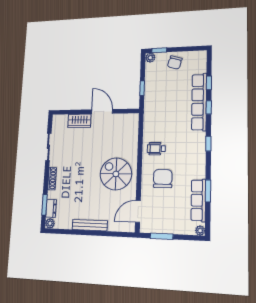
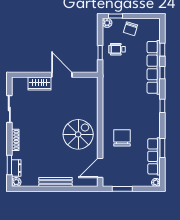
wheelchair: (156, 149) -> (117, 49), moved
spiral stairs: (116, 174) -> (78, 134), turned 90

